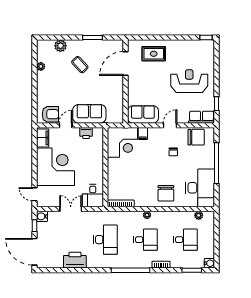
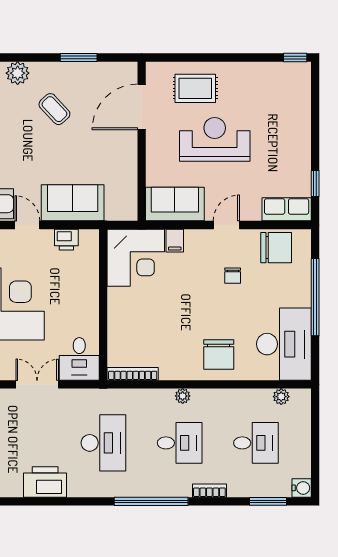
reception desk: (189, 81) -> (215, 139), moved
door: (66, 125) -> (27, 225), hinge flipped

